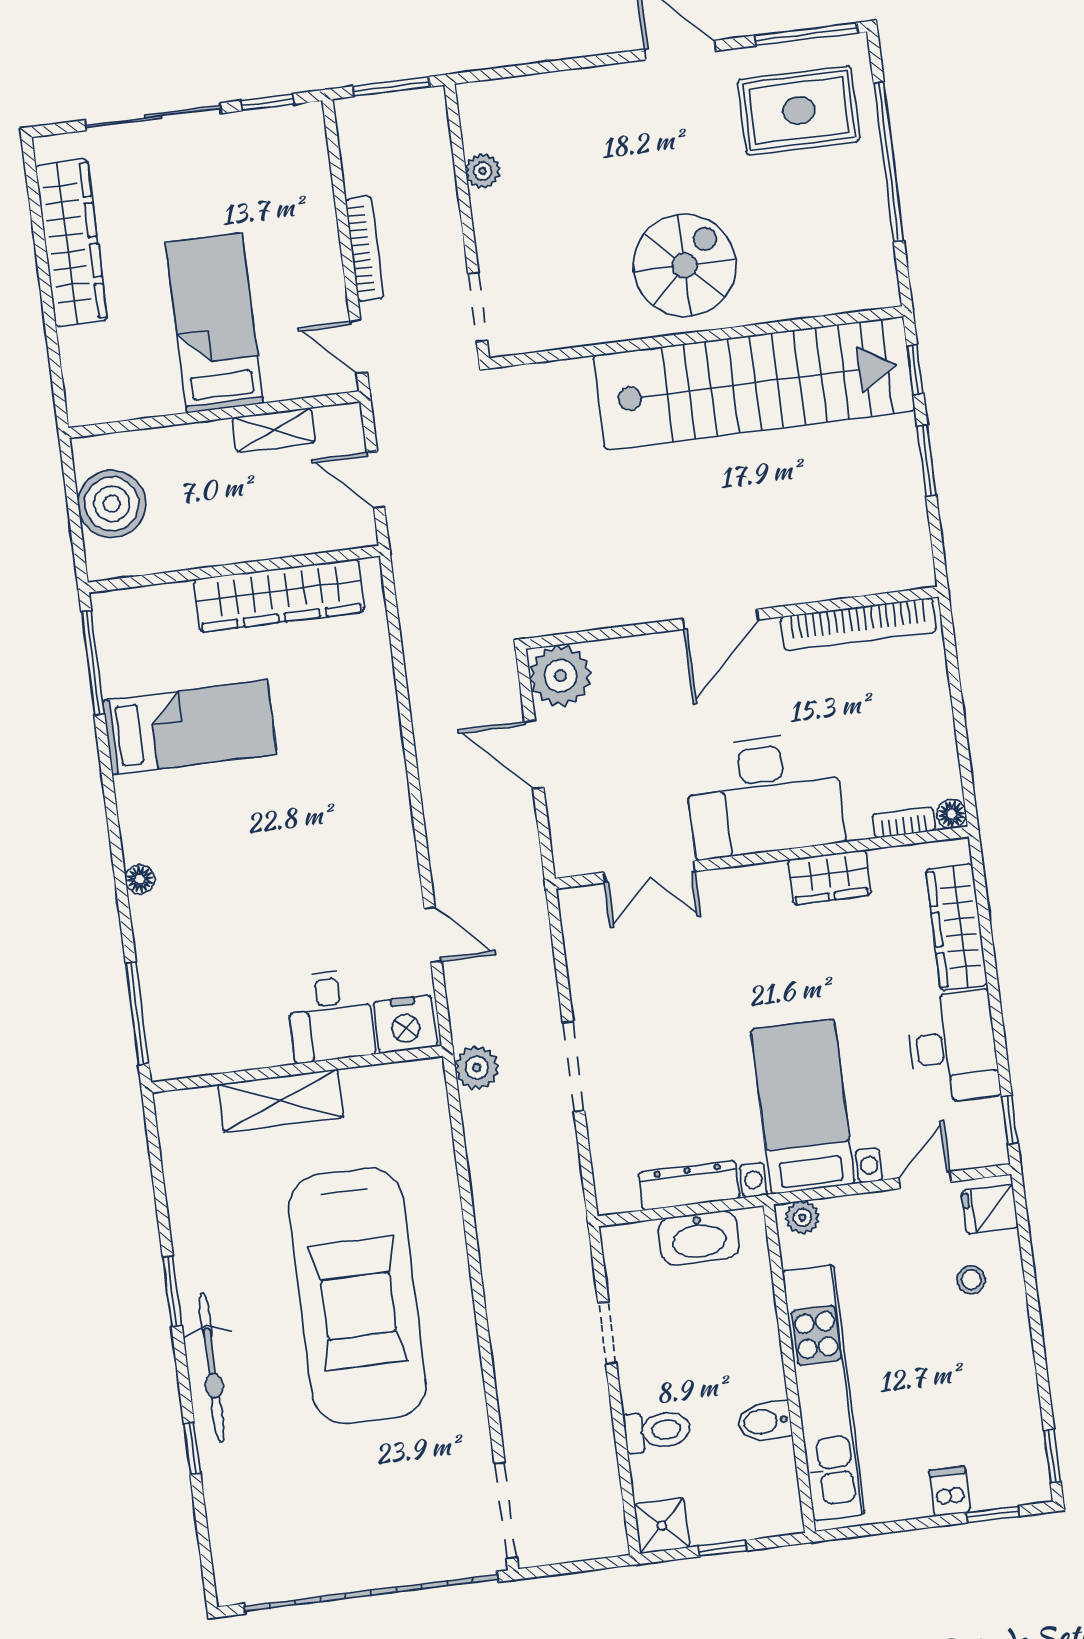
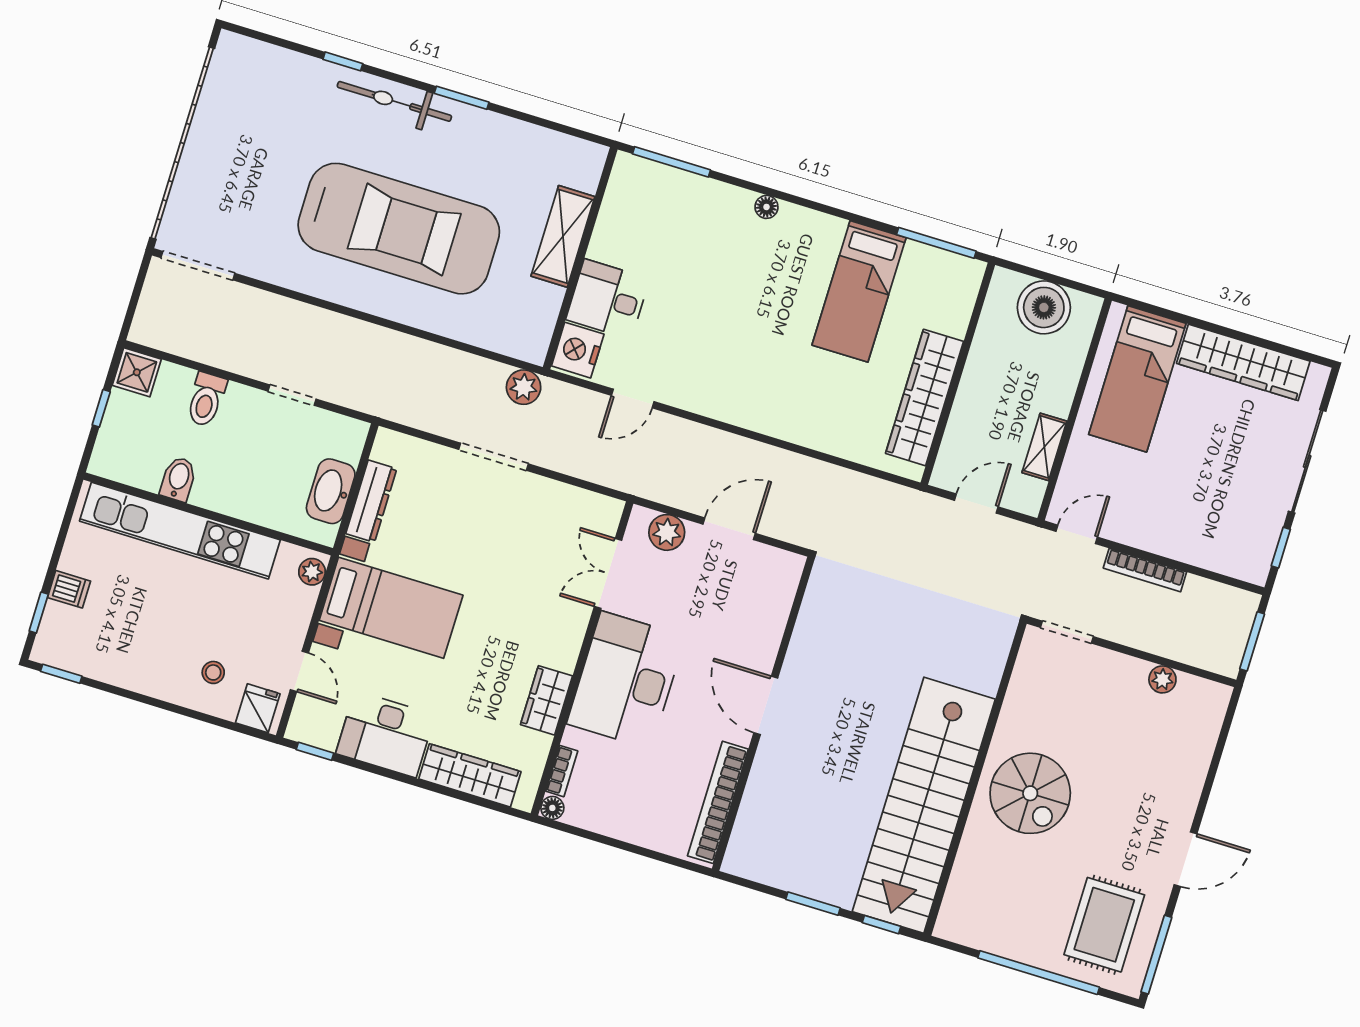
bed: (214, 323) -> (1137, 379), moved, turned 90
plant: (560, 676) -> (667, 532), moved, width x0.73, depth x0.73
car: (357, 1296) -> (399, 229), turned 180

